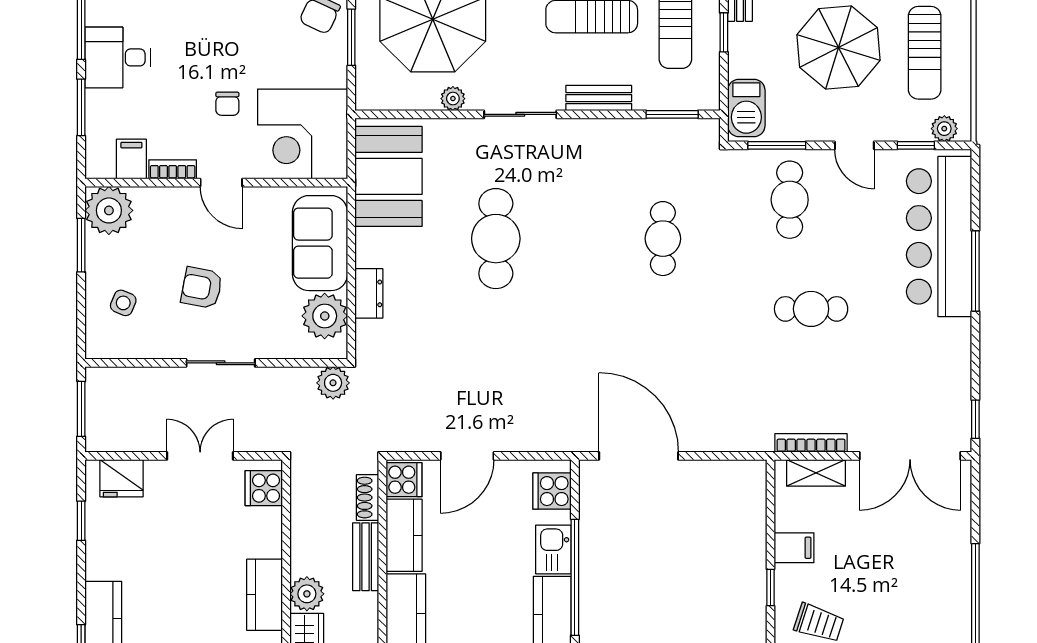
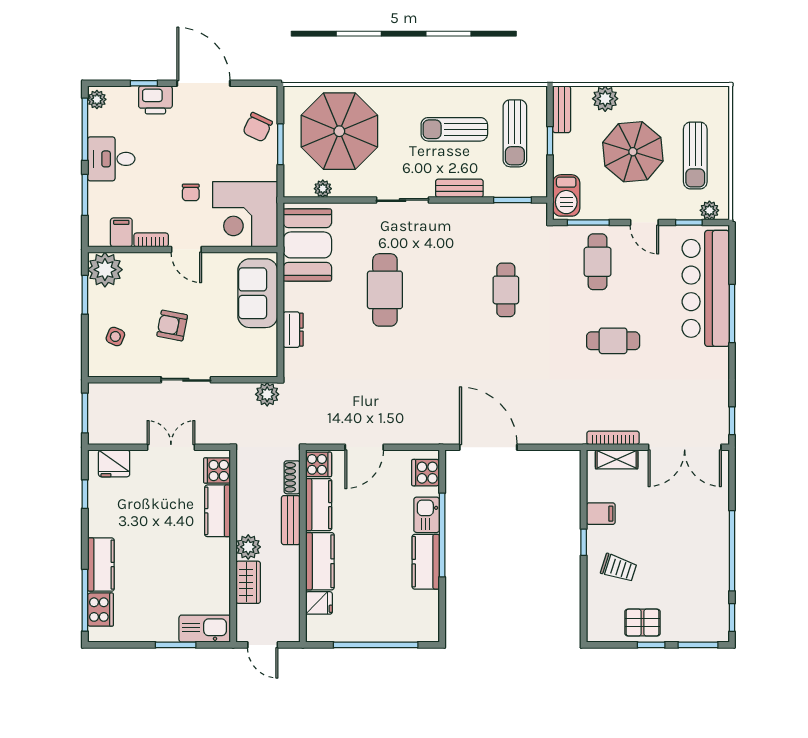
plant: (453, 99) -> (323, 189), moved
plant: (325, 316) -> (261, 346), removed
kitchen counter: (264, 595) -> (218, 511), moved

